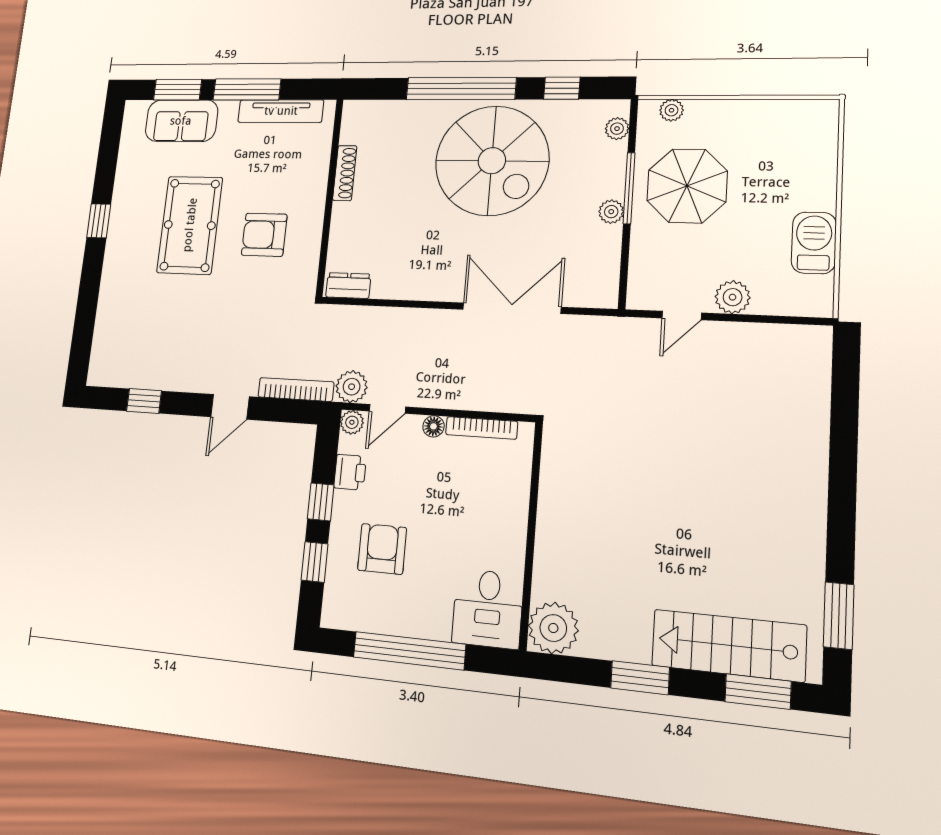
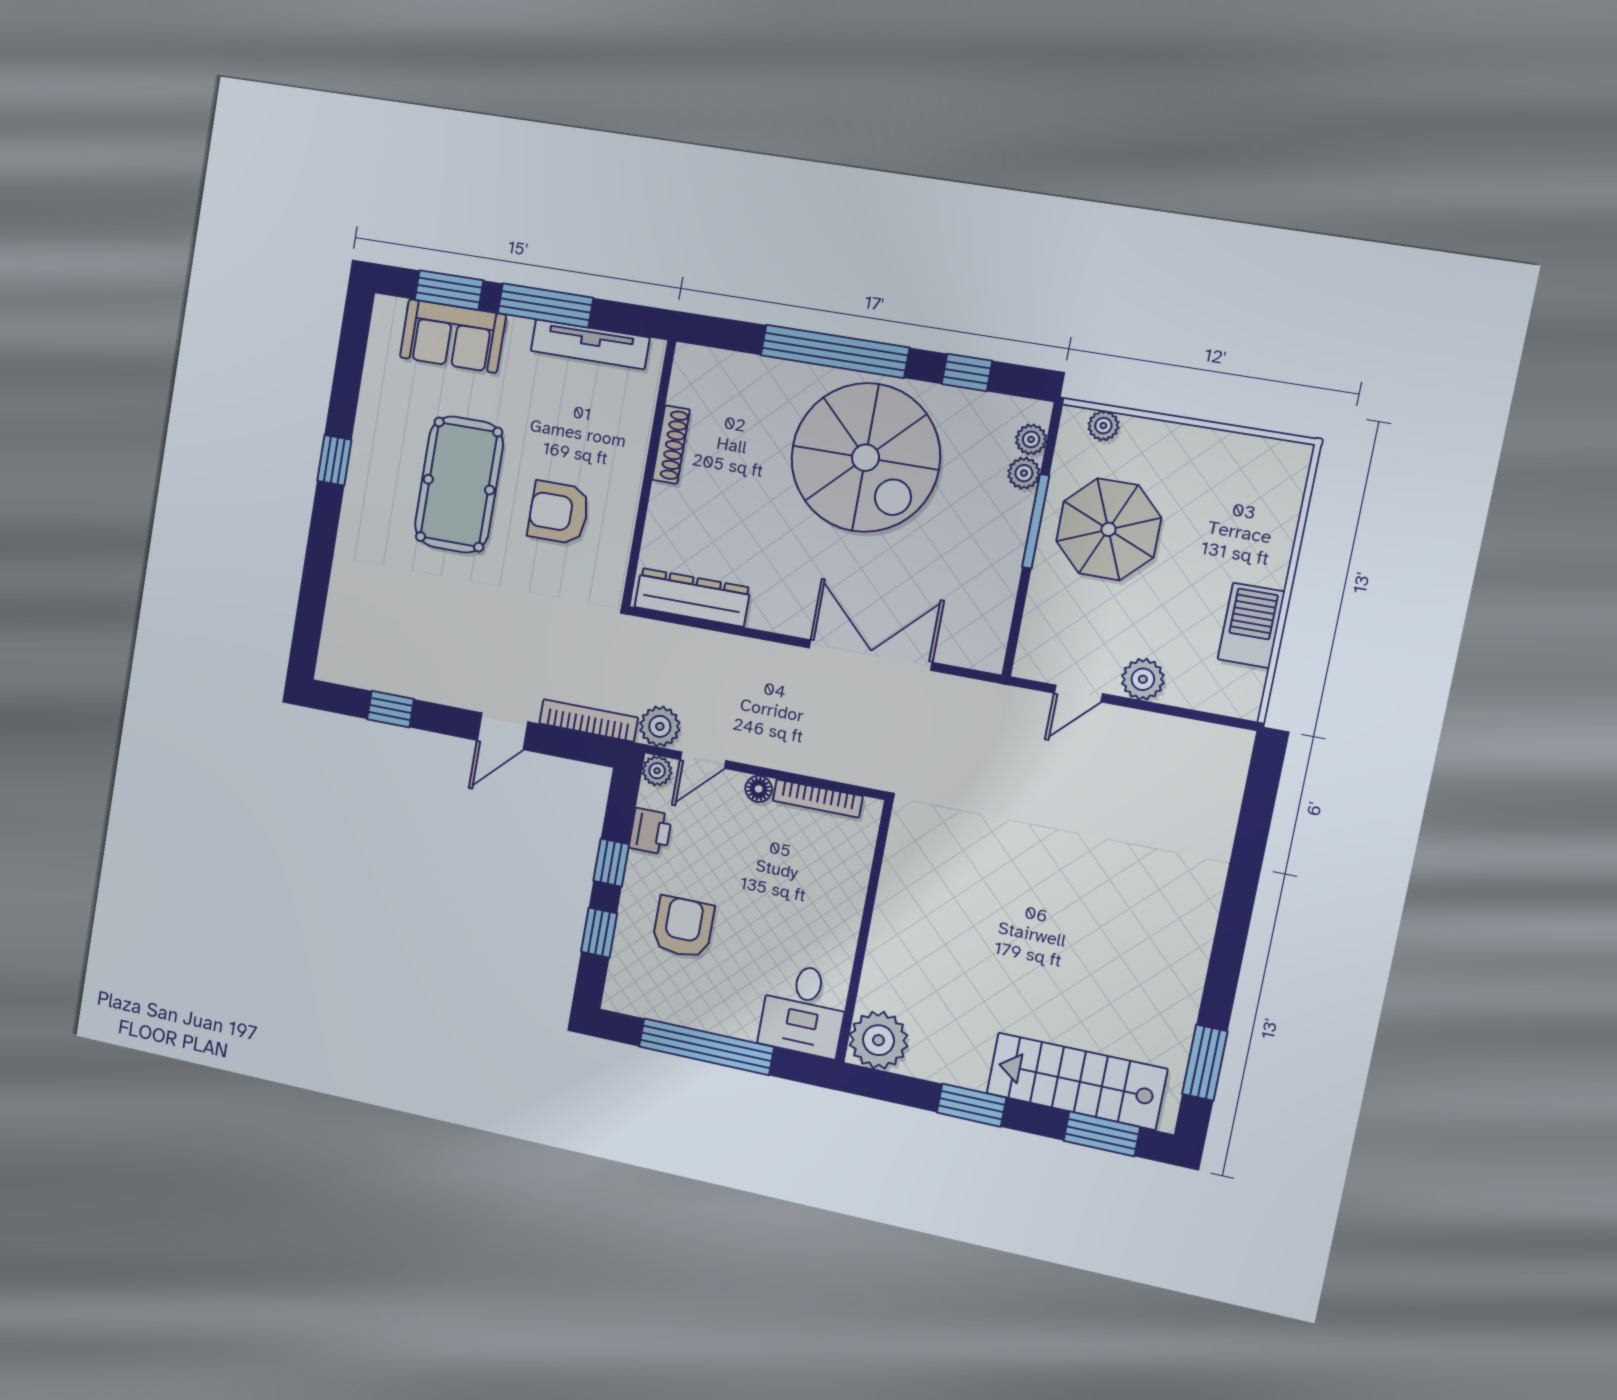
plant: (611, 212) -> (1024, 473), moved
dresser: (348, 286) -> (692, 597), width x1.96, depth x1.24

